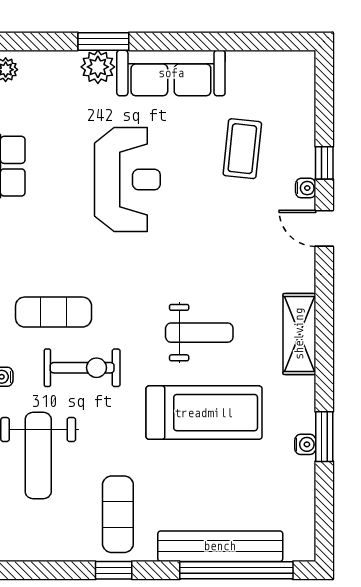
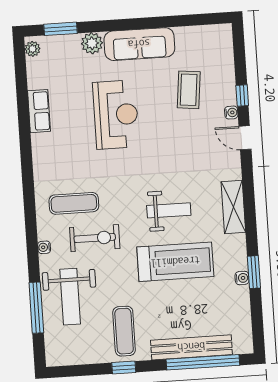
window: (103, 41) -> (60, 29), moved

